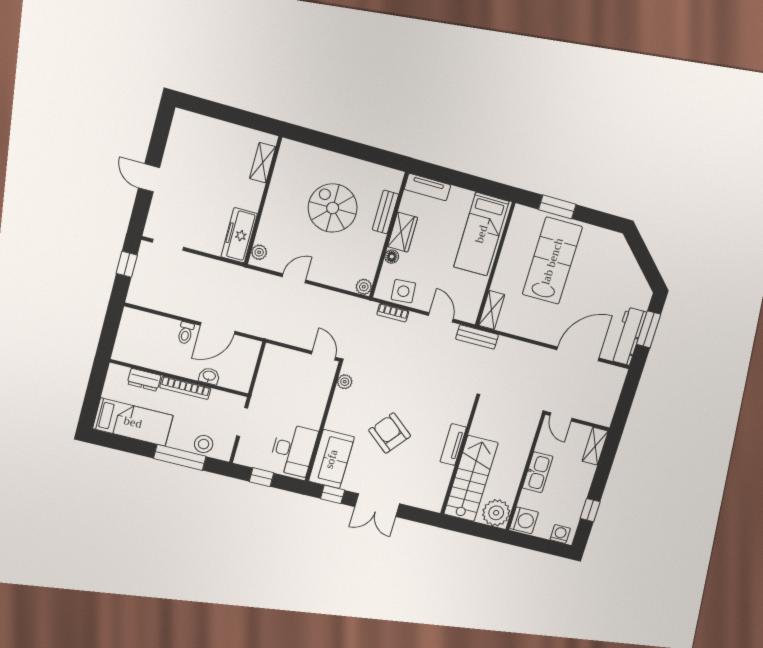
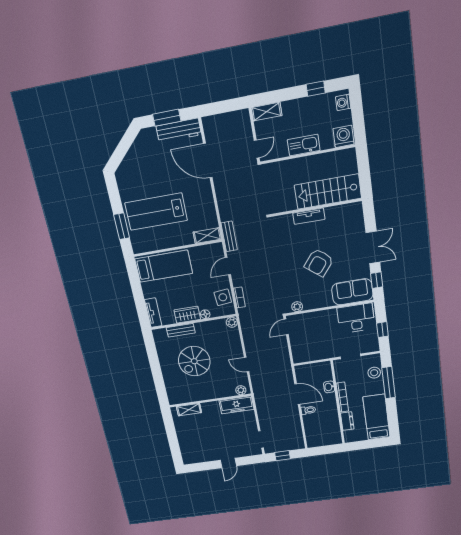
plant: (496, 513) -> (346, 160), removed

